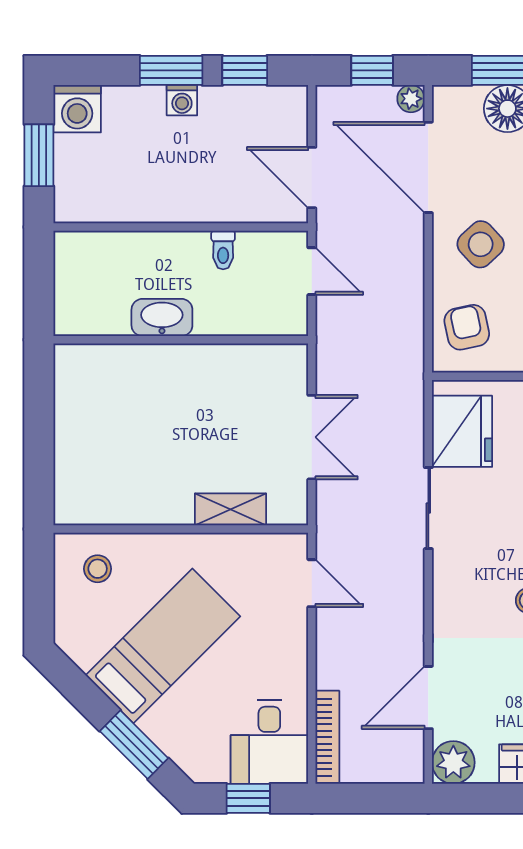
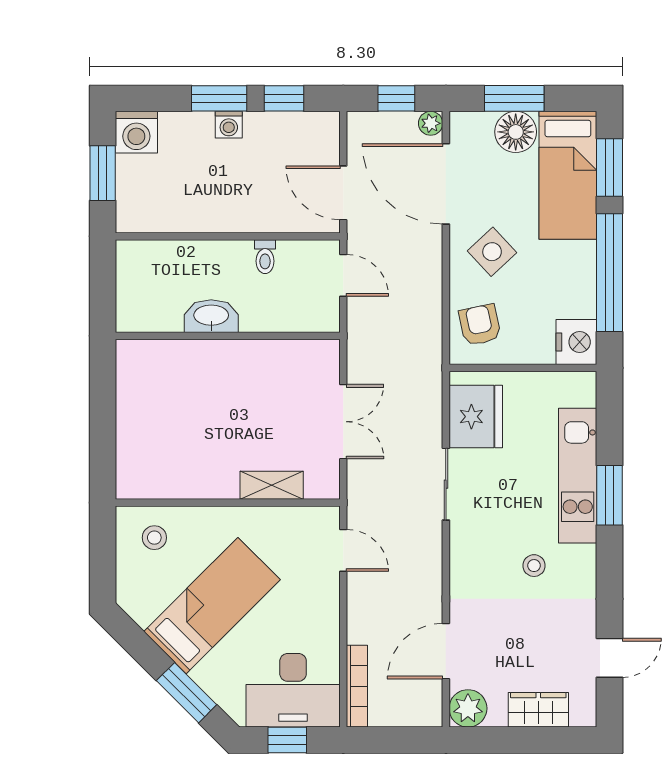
desk: (269, 742) -> (293, 690), width x1.37

